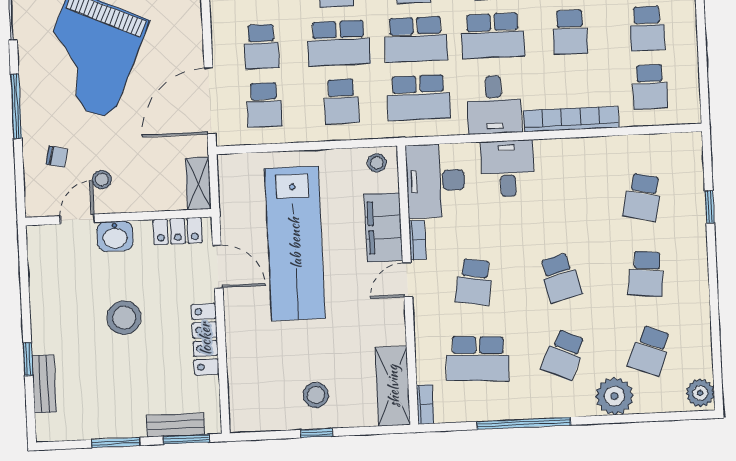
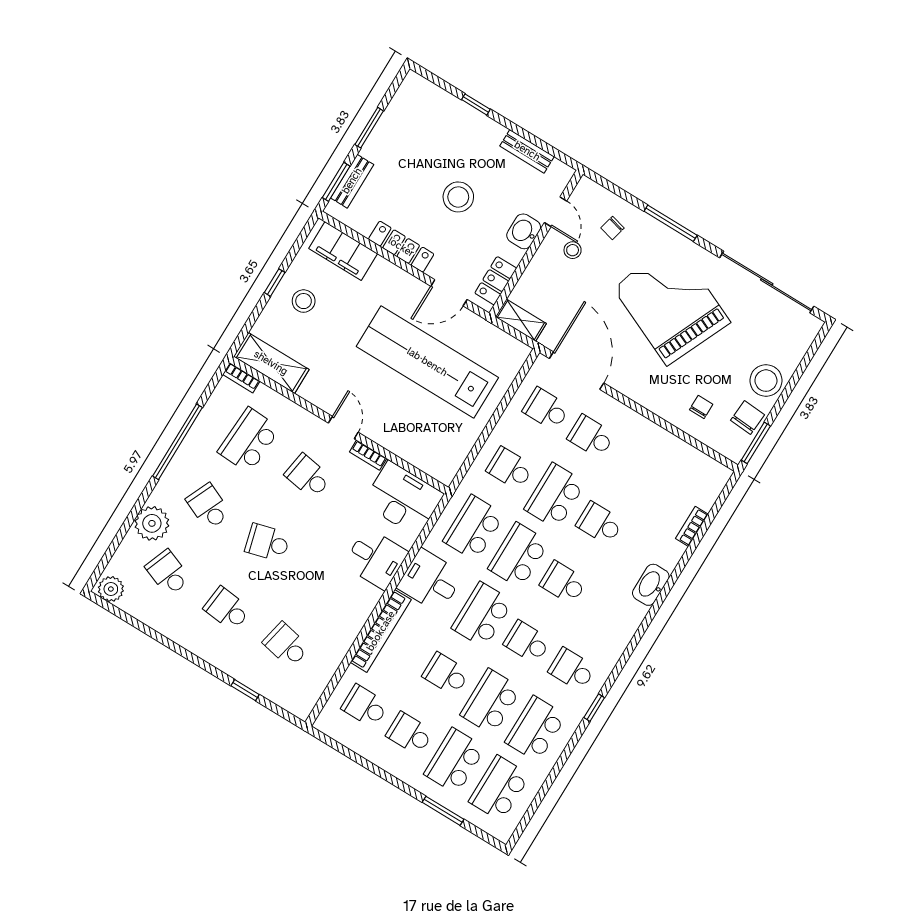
stool: (377, 163) -> (446, 464), removed
filing cabinet: (383, 227) -> (343, 251), moved, turned 180
bench: (44, 384) -> (527, 151), moved

